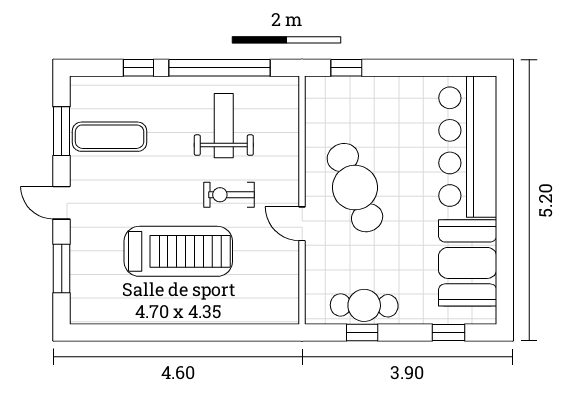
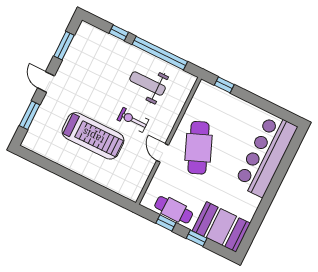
weight bench: (224, 126) -> (148, 83), turned -90
exercise mat: (110, 137) -> (87, 60), removed
booth: (468, 263) -> (221, 227), moved, turned 90
window: (449, 333) -> (197, 238), moved

